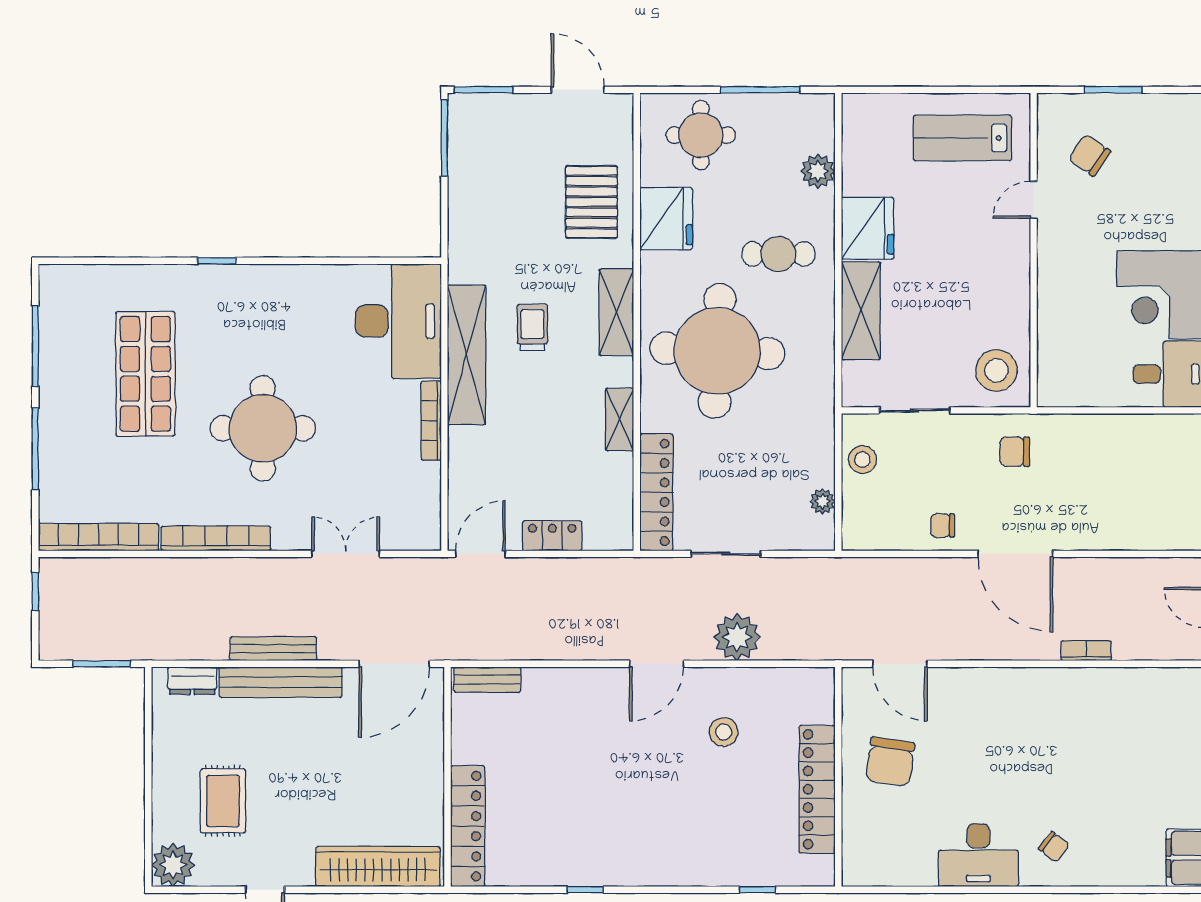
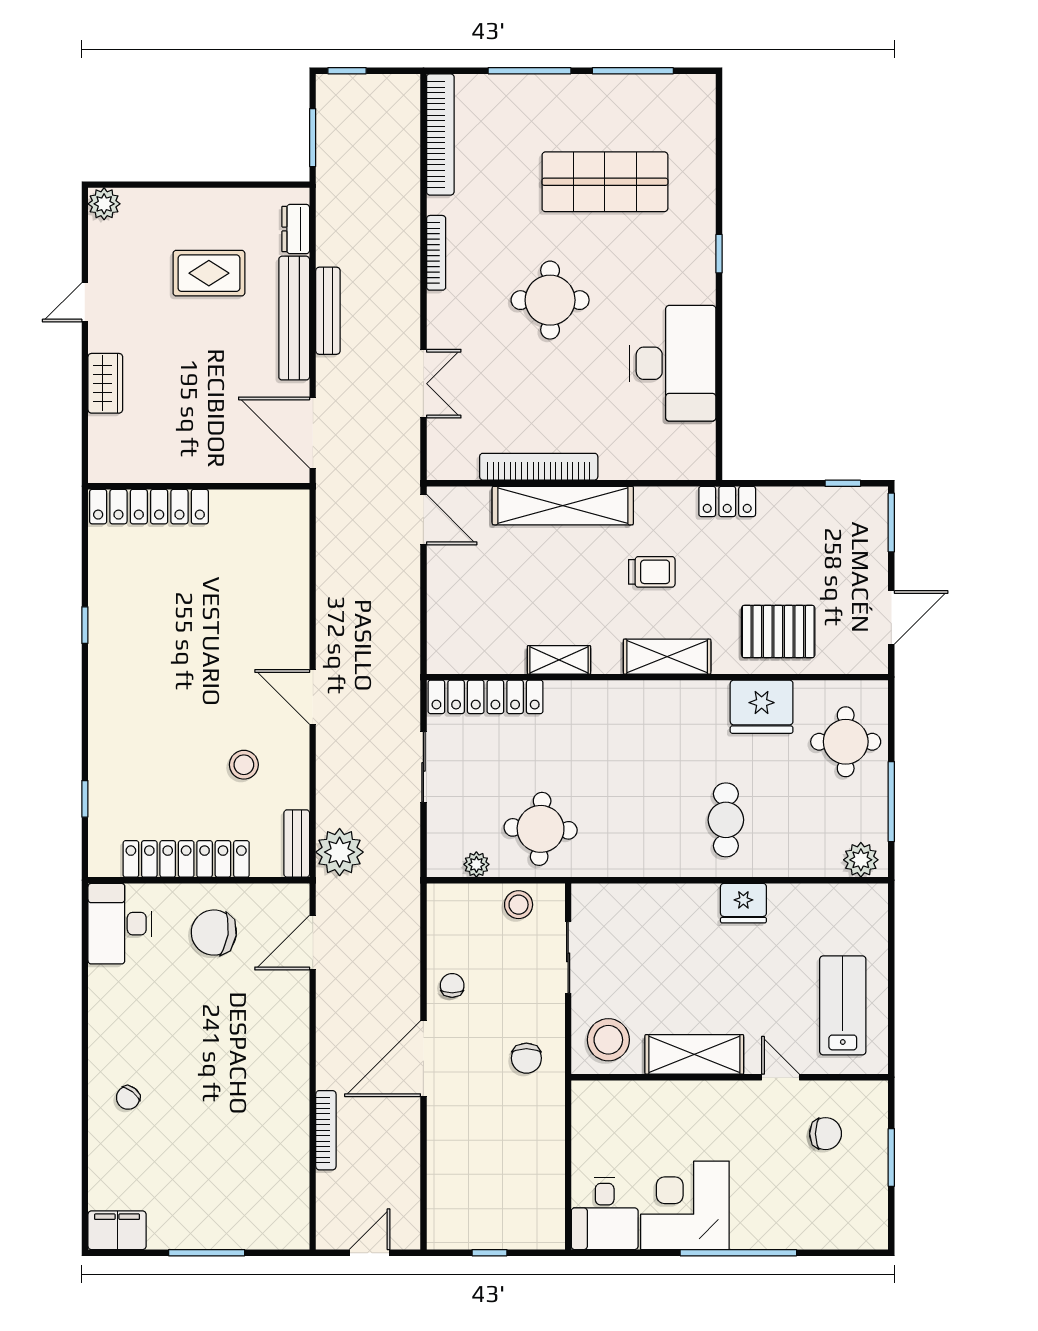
window: (444, 138) -> (843, 483), width x0.46
chair: (1090, 155) -> (826, 1134), turned 55
plant: (818, 171) -> (861, 860), moved
fridge: (868, 228) -> (743, 903), width x0.73, depth x0.75
shelving: (861, 311) -> (694, 1054), moved
desk: (398, 321) -> (673, 363), moved, turned -90
round table: (717, 351) -> (541, 829), moved, width x0.54, depth x0.54
shelving: (467, 355) -> (563, 506), moved
bookcase: (431, 421) -> (539, 467), width x1.48, depth x1.31
round table: (263, 428) -> (550, 300), width x0.73, depth x0.73
chair: (1015, 452) -> (526, 1058), turned 180
locker: (552, 536) -> (727, 501), moved, turned 90
bookcase: (216, 538) -> (436, 253), width x0.68, depth x0.76
window: (35, 591) -> (347, 71), moved
plant: (737, 637) -> (340, 852), moved
bookcase: (1086, 651) -> (326, 1130), width x1.56
bench: (487, 680) -> (297, 843), moved
rug: (223, 801) -> (209, 273), moved
desk: (978, 855) -> (120, 924), moved
plant: (173, 865) -> (104, 204), width x0.73, depth x0.73
wardrobe: (378, 867) -> (105, 383), width x0.48, depth x0.85

